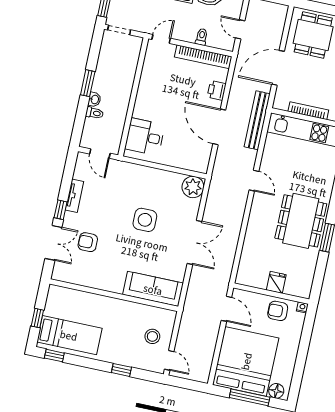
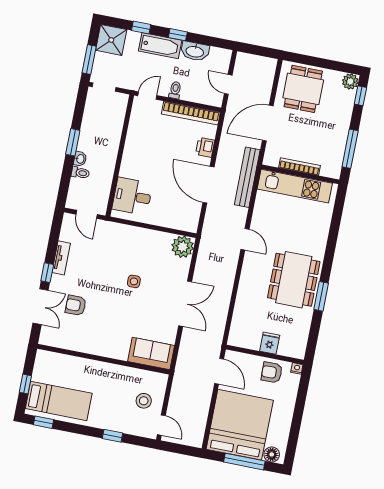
toilet: (202, 37) -> (175, 90), moved
side table: (145, 220) -> (134, 281), width x0.54, depth x0.54
sofa: (153, 289) -> (151, 354), width x0.73

